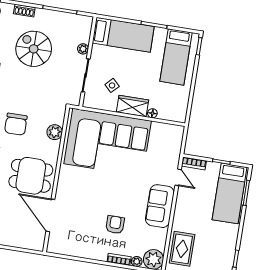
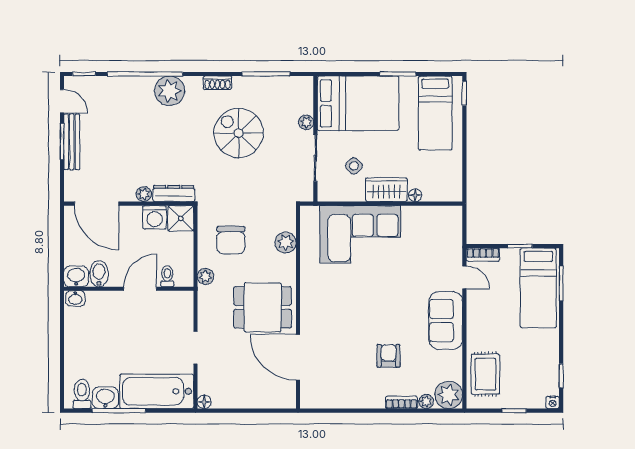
bed: (123, 35) -> (358, 103), width x1.50
corner sofa: (108, 142) -> (360, 234), width x0.73, depth x0.74

